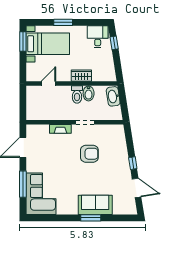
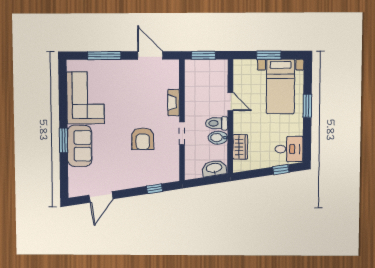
window: (23, 42) -> (269, 55), moved
wardrobe: (81, 76) -> (240, 147), moved
door: (48, 84) -> (230, 102), moved
window: (23, 105) -> (203, 55), added
window: (133, 163) -> (155, 189), moved
corner sofa: (41, 194) -> (85, 98), moved, turned -90

